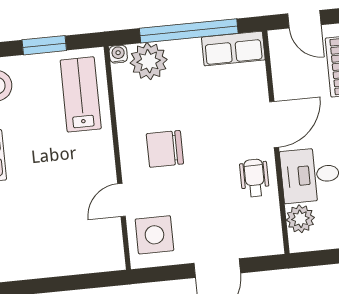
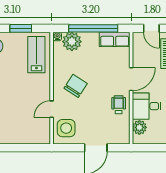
chair: (165, 149) -> (76, 86), turned 123

